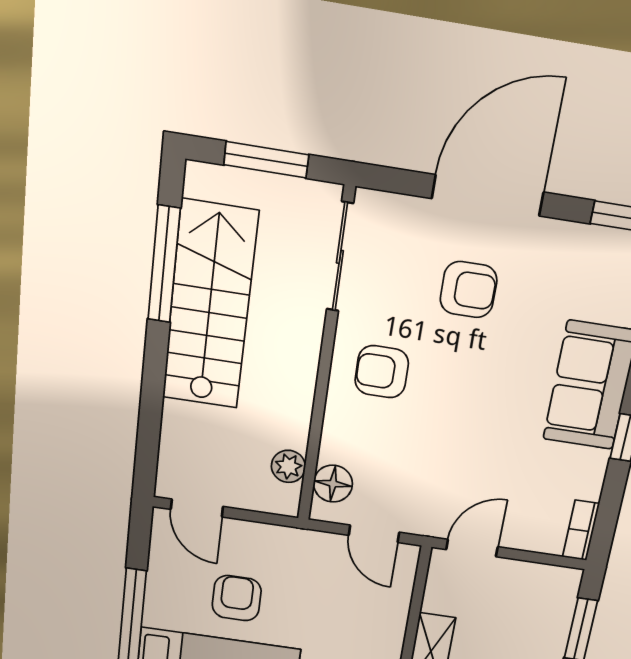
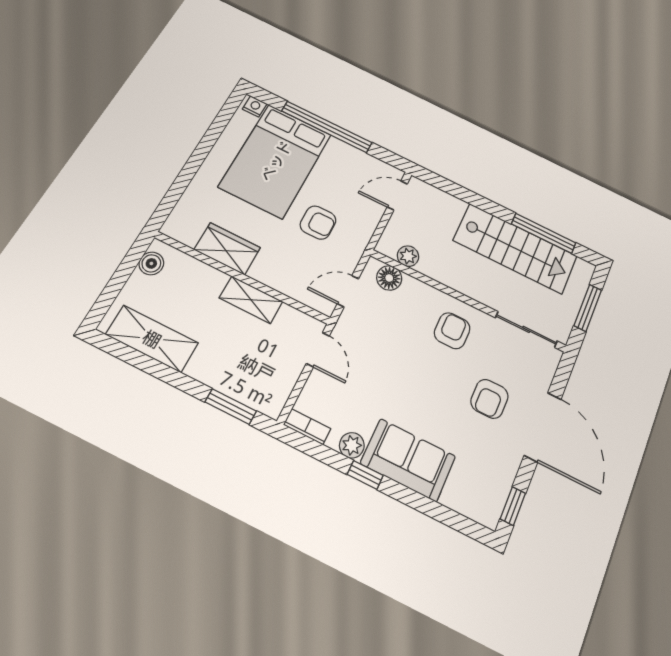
plant: (590, 466) -> (352, 445), added
armchair: (237, 598) -> (318, 223), moved

